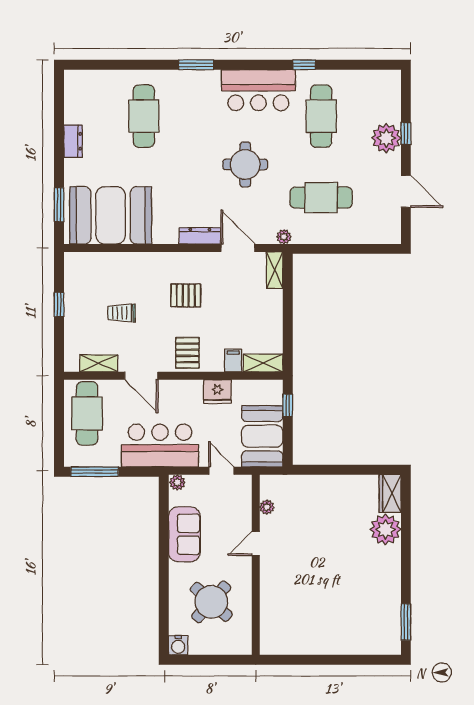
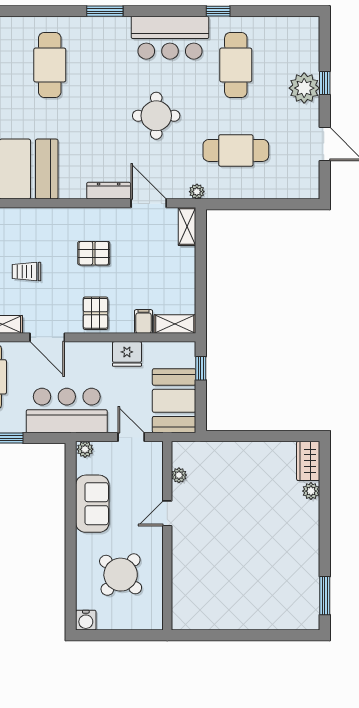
plant: (386, 529) -> (311, 491), width x0.53, depth x0.53

